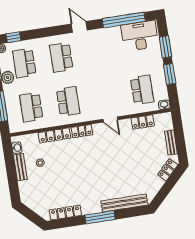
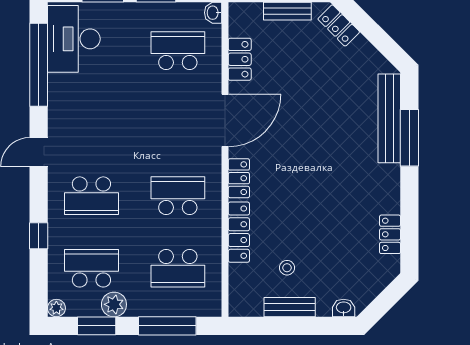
window: (13, 37) -> (39, 236), moved
school desk: (24, 63) -> (91, 268), turned 180
door: (110, 119) -> (225, 120), width x1.88
washbasin: (17, 148) -> (344, 308), moved
locker: (65, 213) -> (390, 234), width x0.66
window: (100, 217) -> (409, 138), moved

